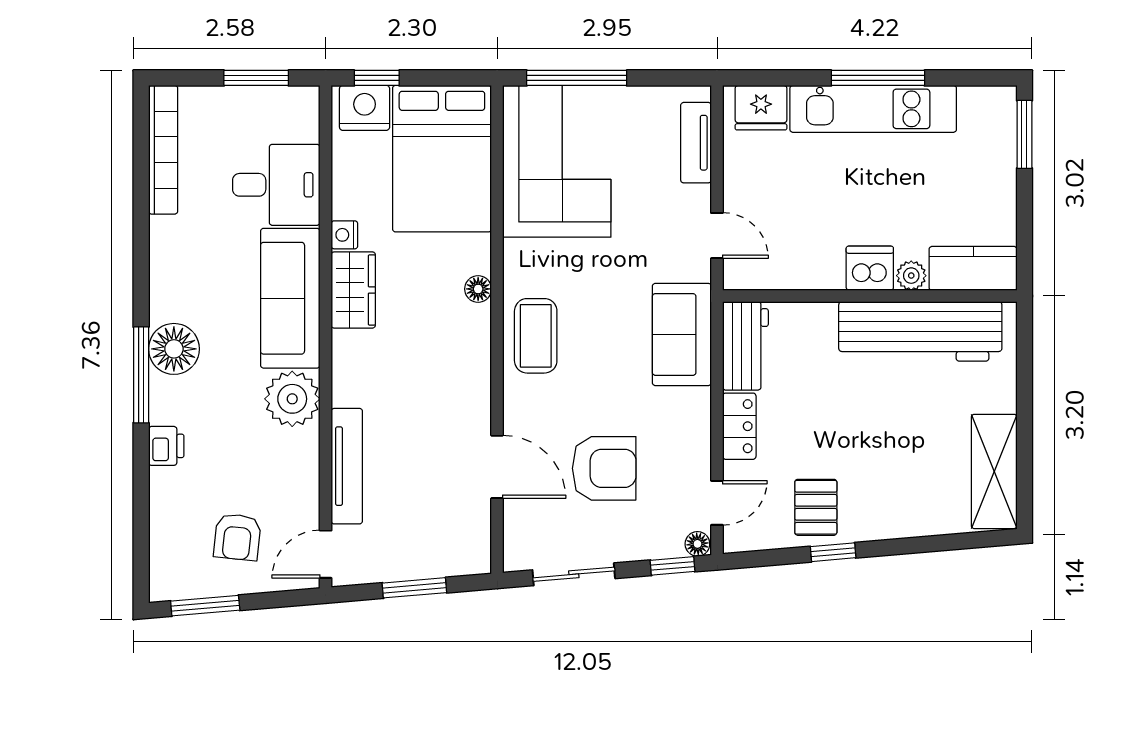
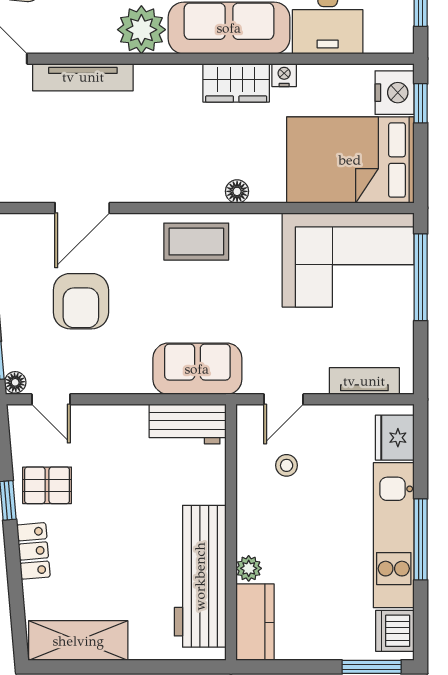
stool: (793, 232) -> (287, 465), added
dishwasher: (870, 268) -> (395, 631), moved, turned 180
locker: (739, 426) -> (33, 551), moved, turned -95

